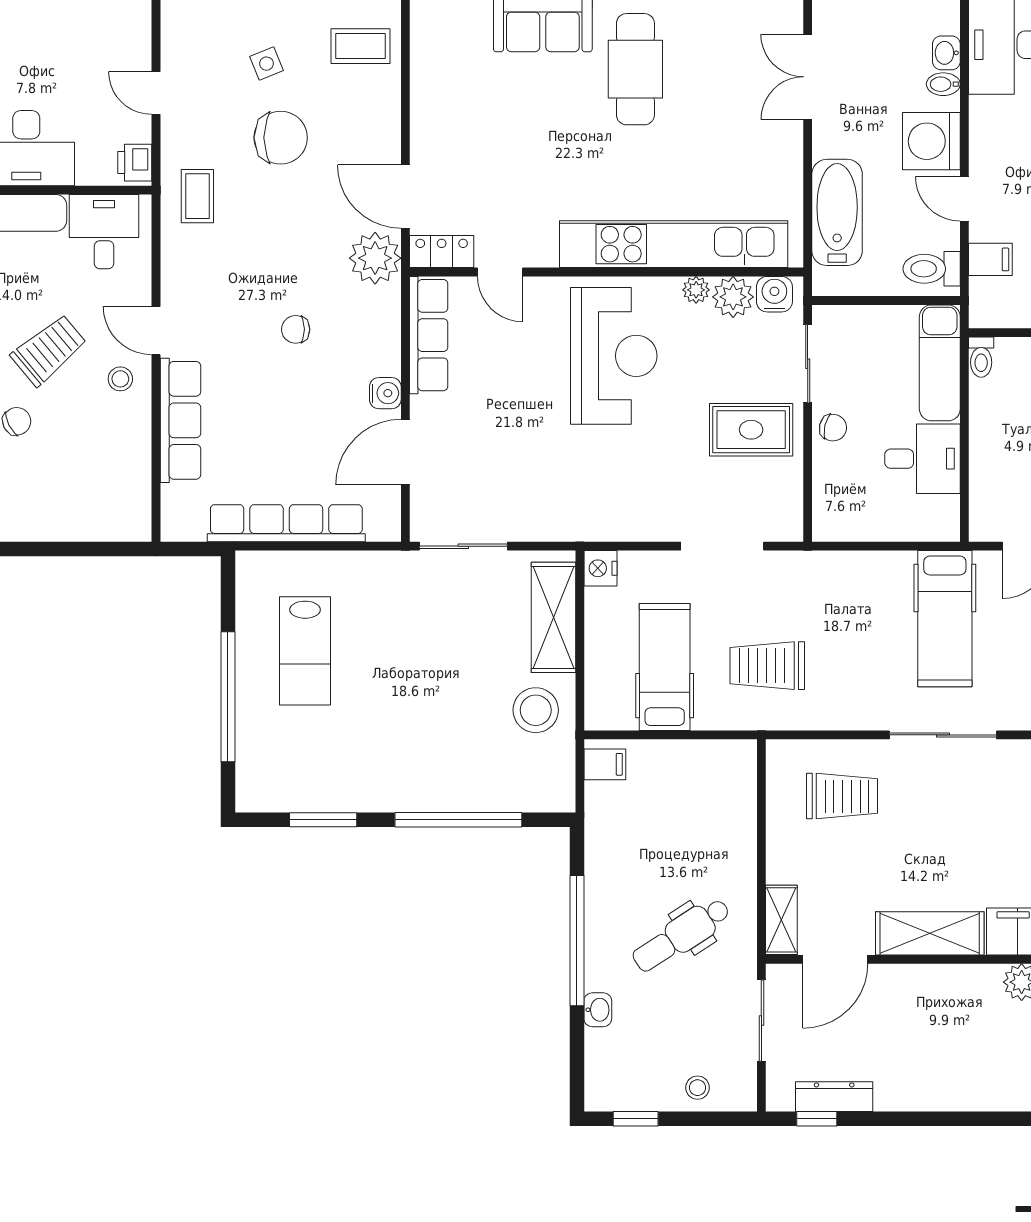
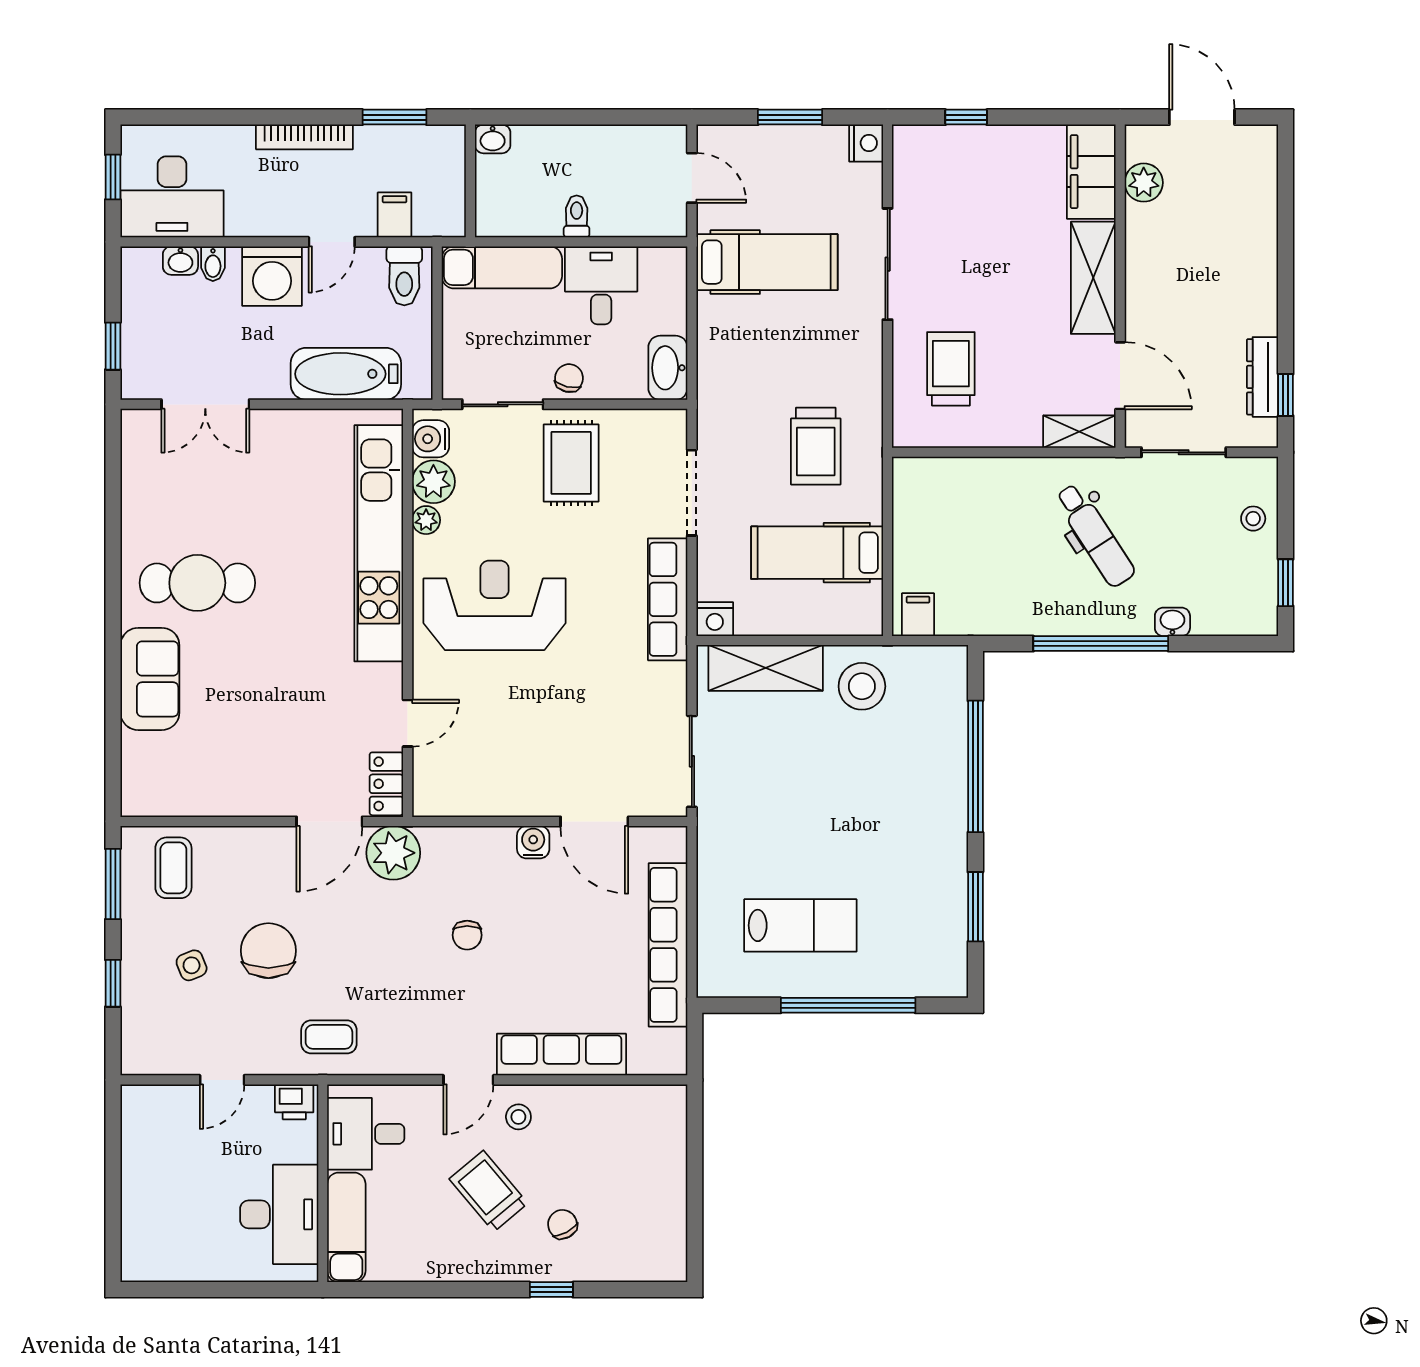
row of seats: (429, 335) -> (668, 599), moved, turned -90
toilet: (981, 357) -> (577, 216), moved, turned -90
washbasin: (843, 523) -> (668, 368), added

